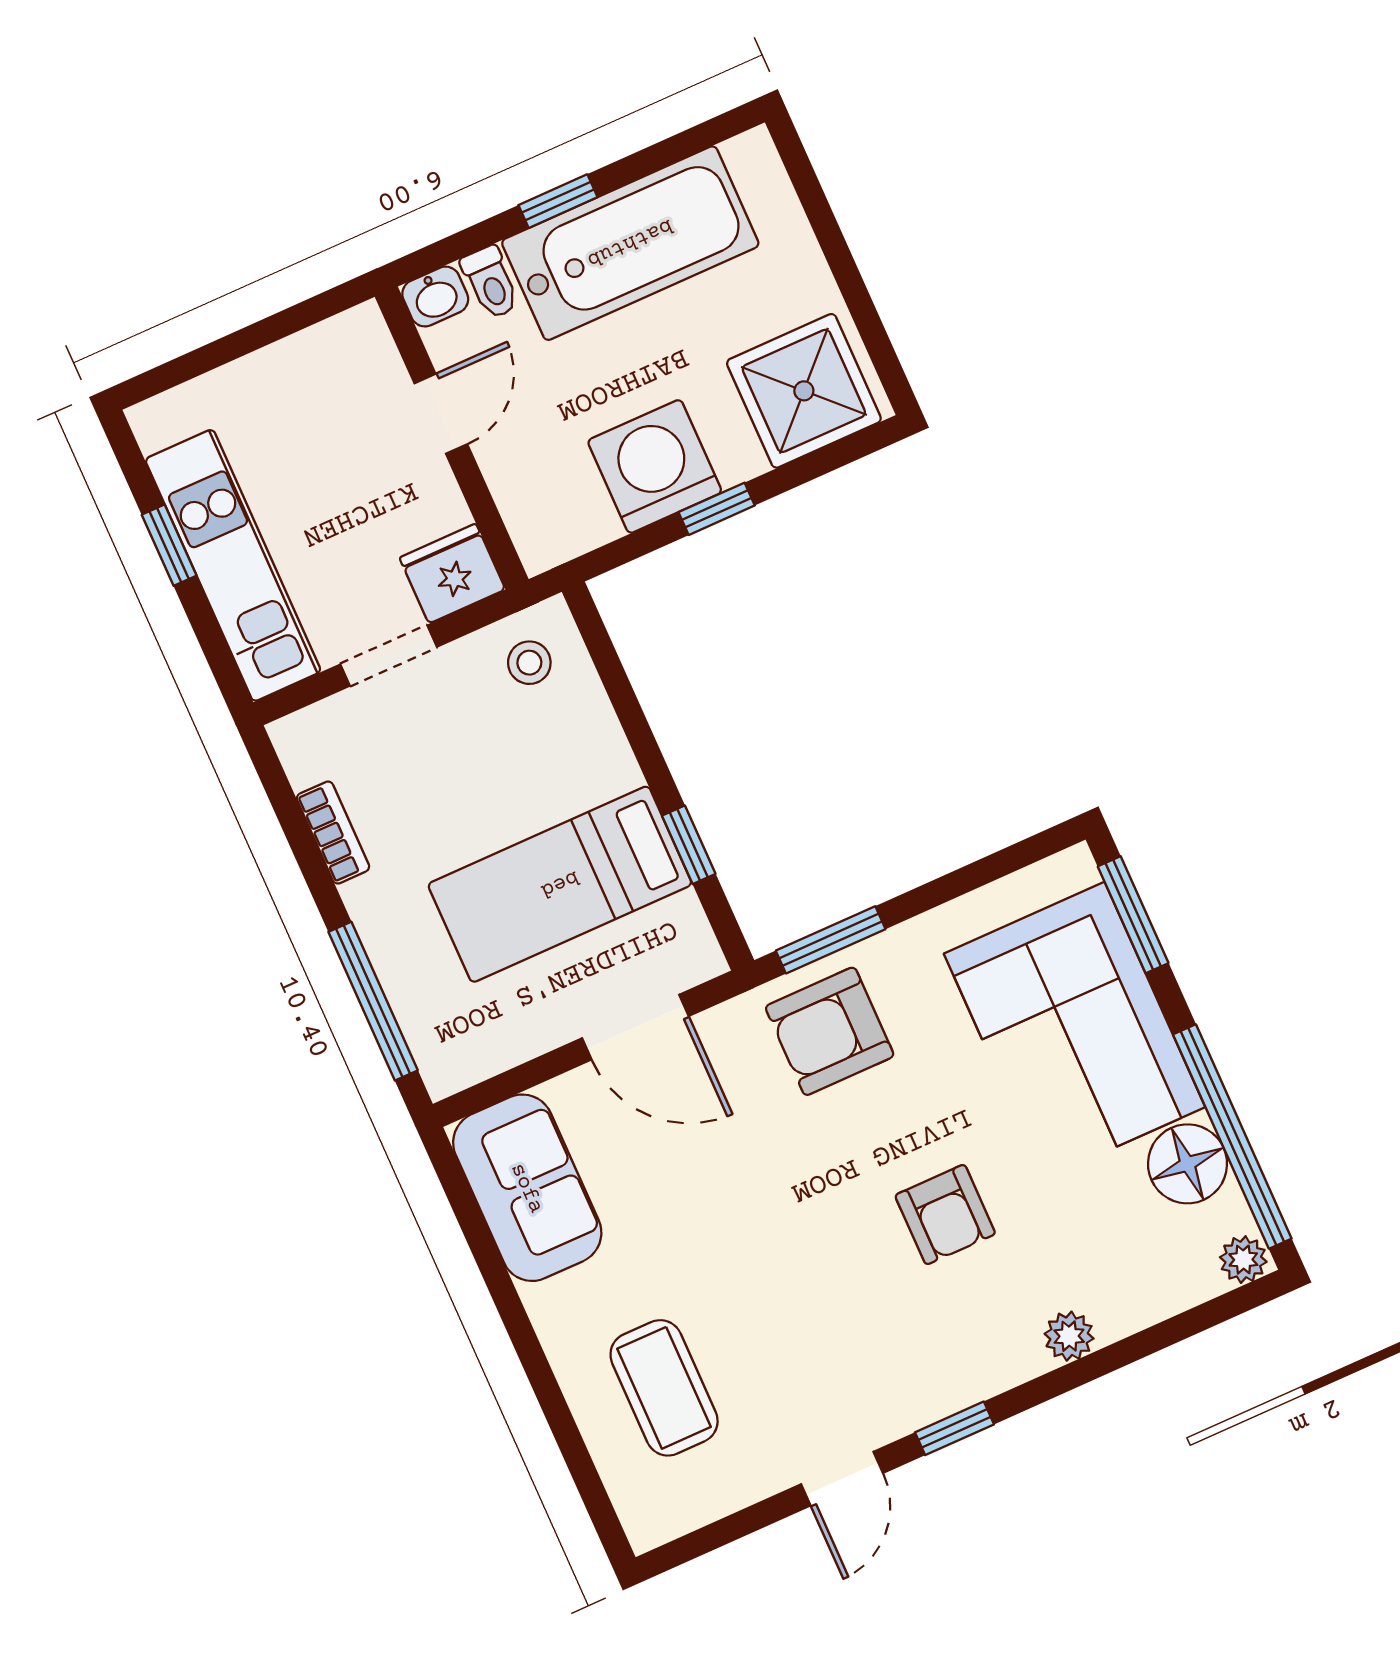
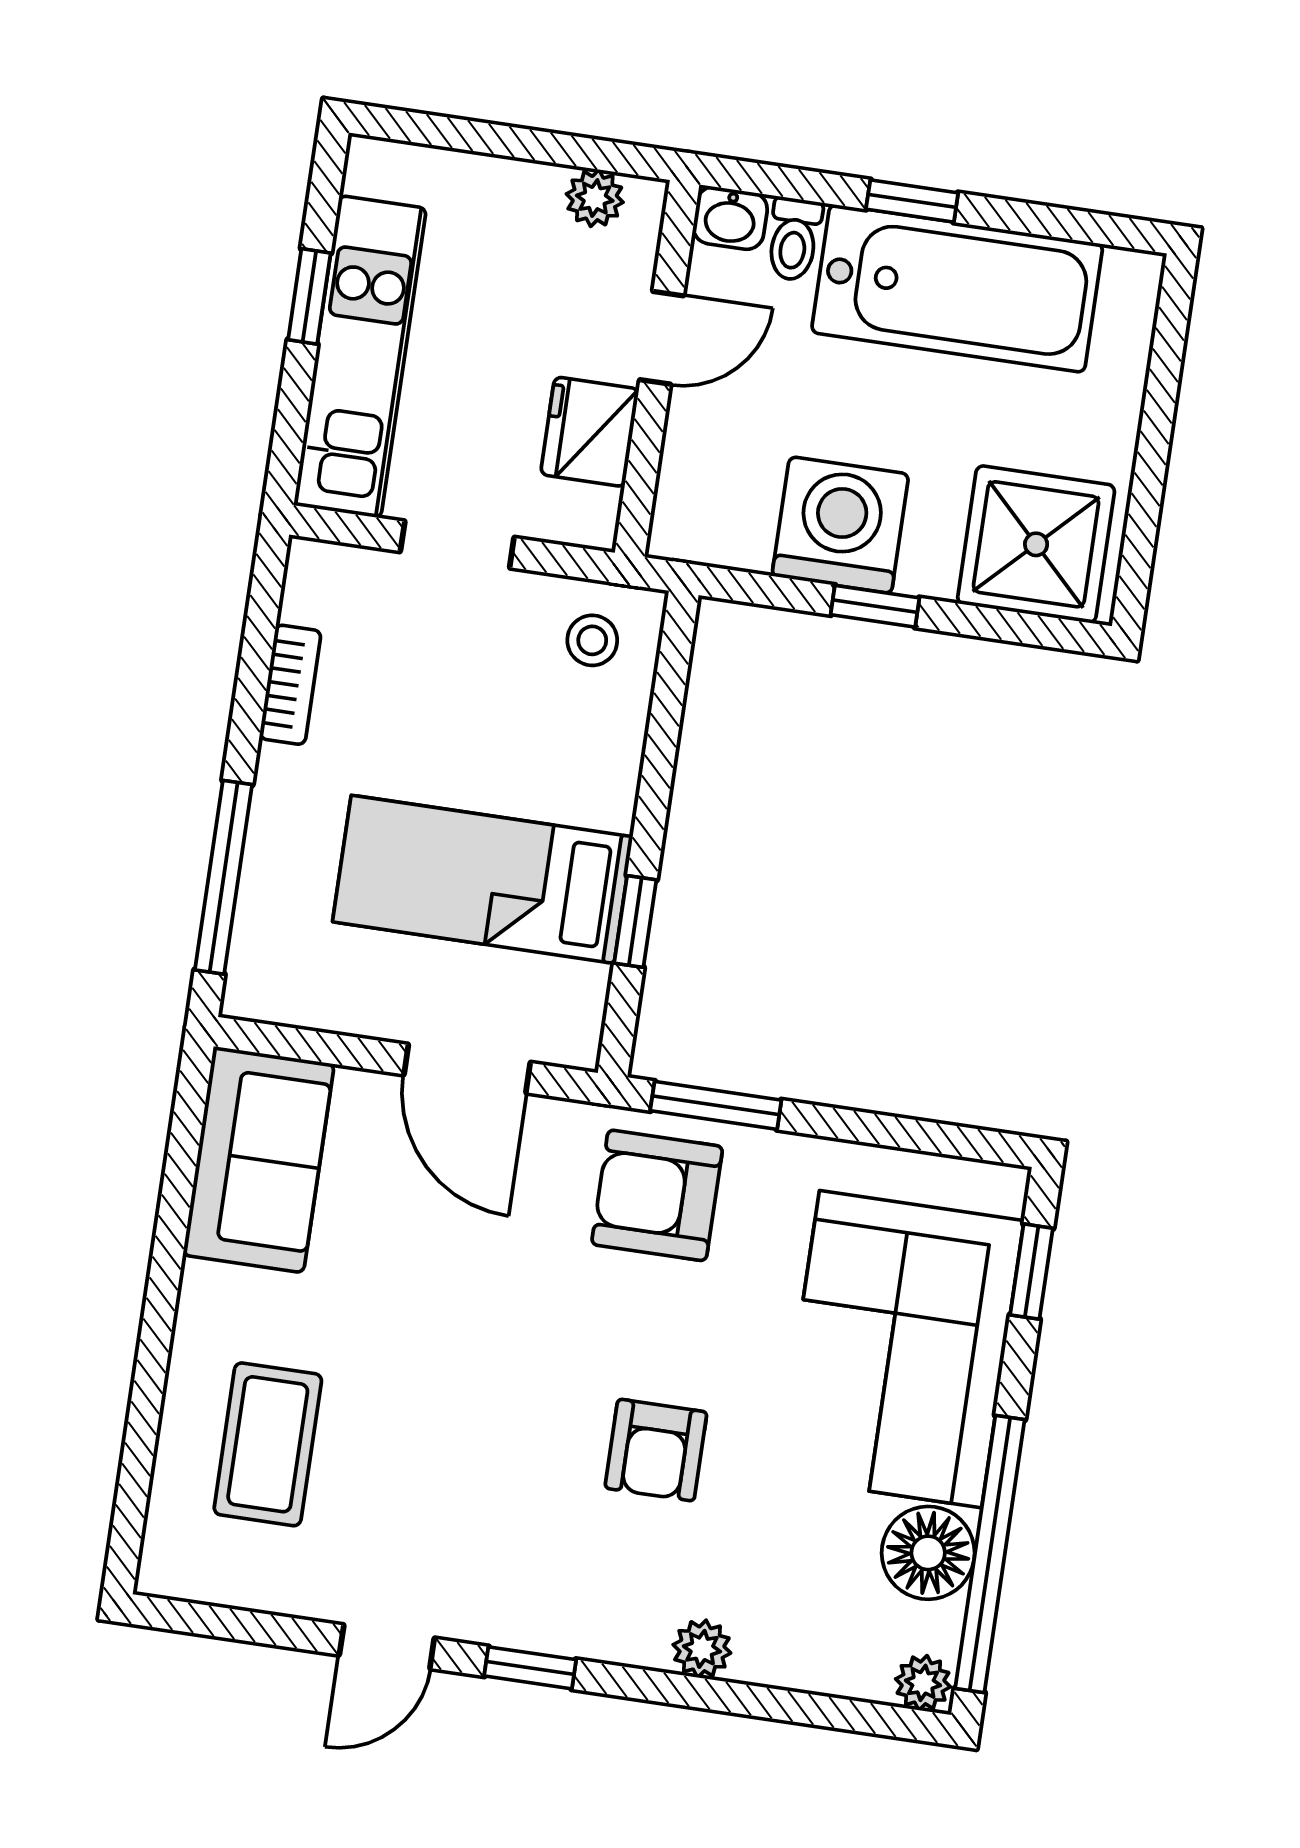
plant: (329, 344) -> (595, 198), added
fridge: (452, 574) -> (590, 432), moved, turned -90
window: (1133, 915) -> (1032, 1272), width x0.67

